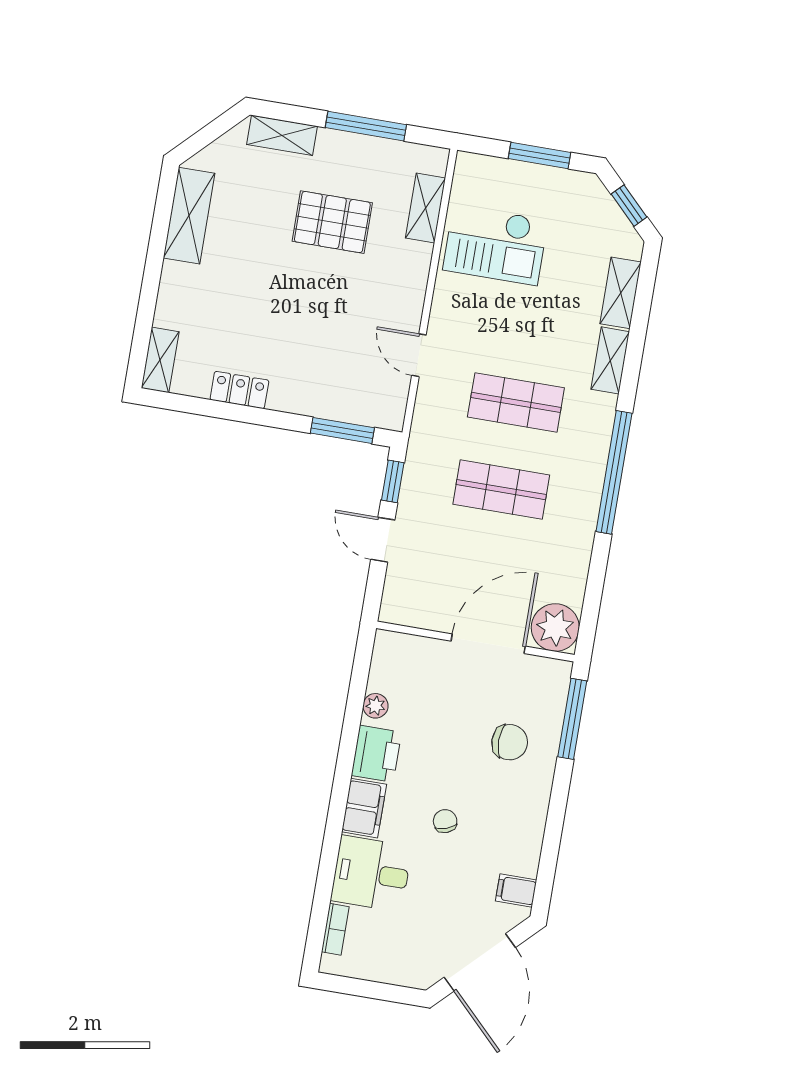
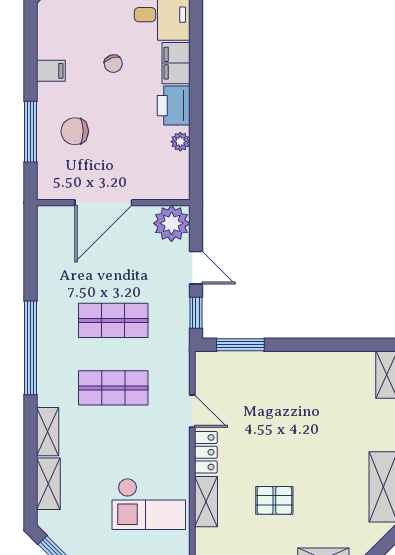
shelving: (425, 208) -> (206, 502), moved
pallet: (332, 222) -> (274, 500), width x0.67, depth x0.71
checkout: (495, 245) -> (149, 504), turned 180
locker: (239, 390) -> (206, 452), moved, turned -90
plant: (555, 628) -> (172, 223), moved
window: (572, 719) -> (30, 132), moved
filing cabinet: (516, 891) -> (51, 71), moved

